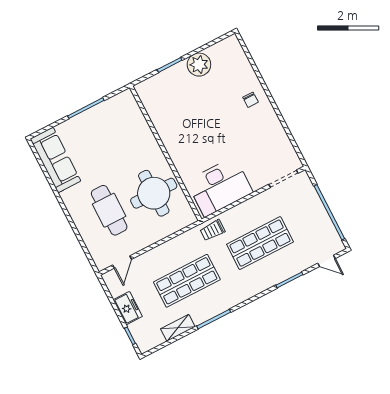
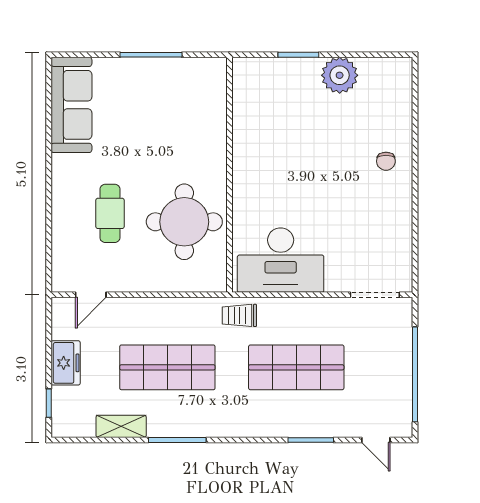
cafe table: (109, 210) -> (110, 213), width x0.73, depth x0.74

